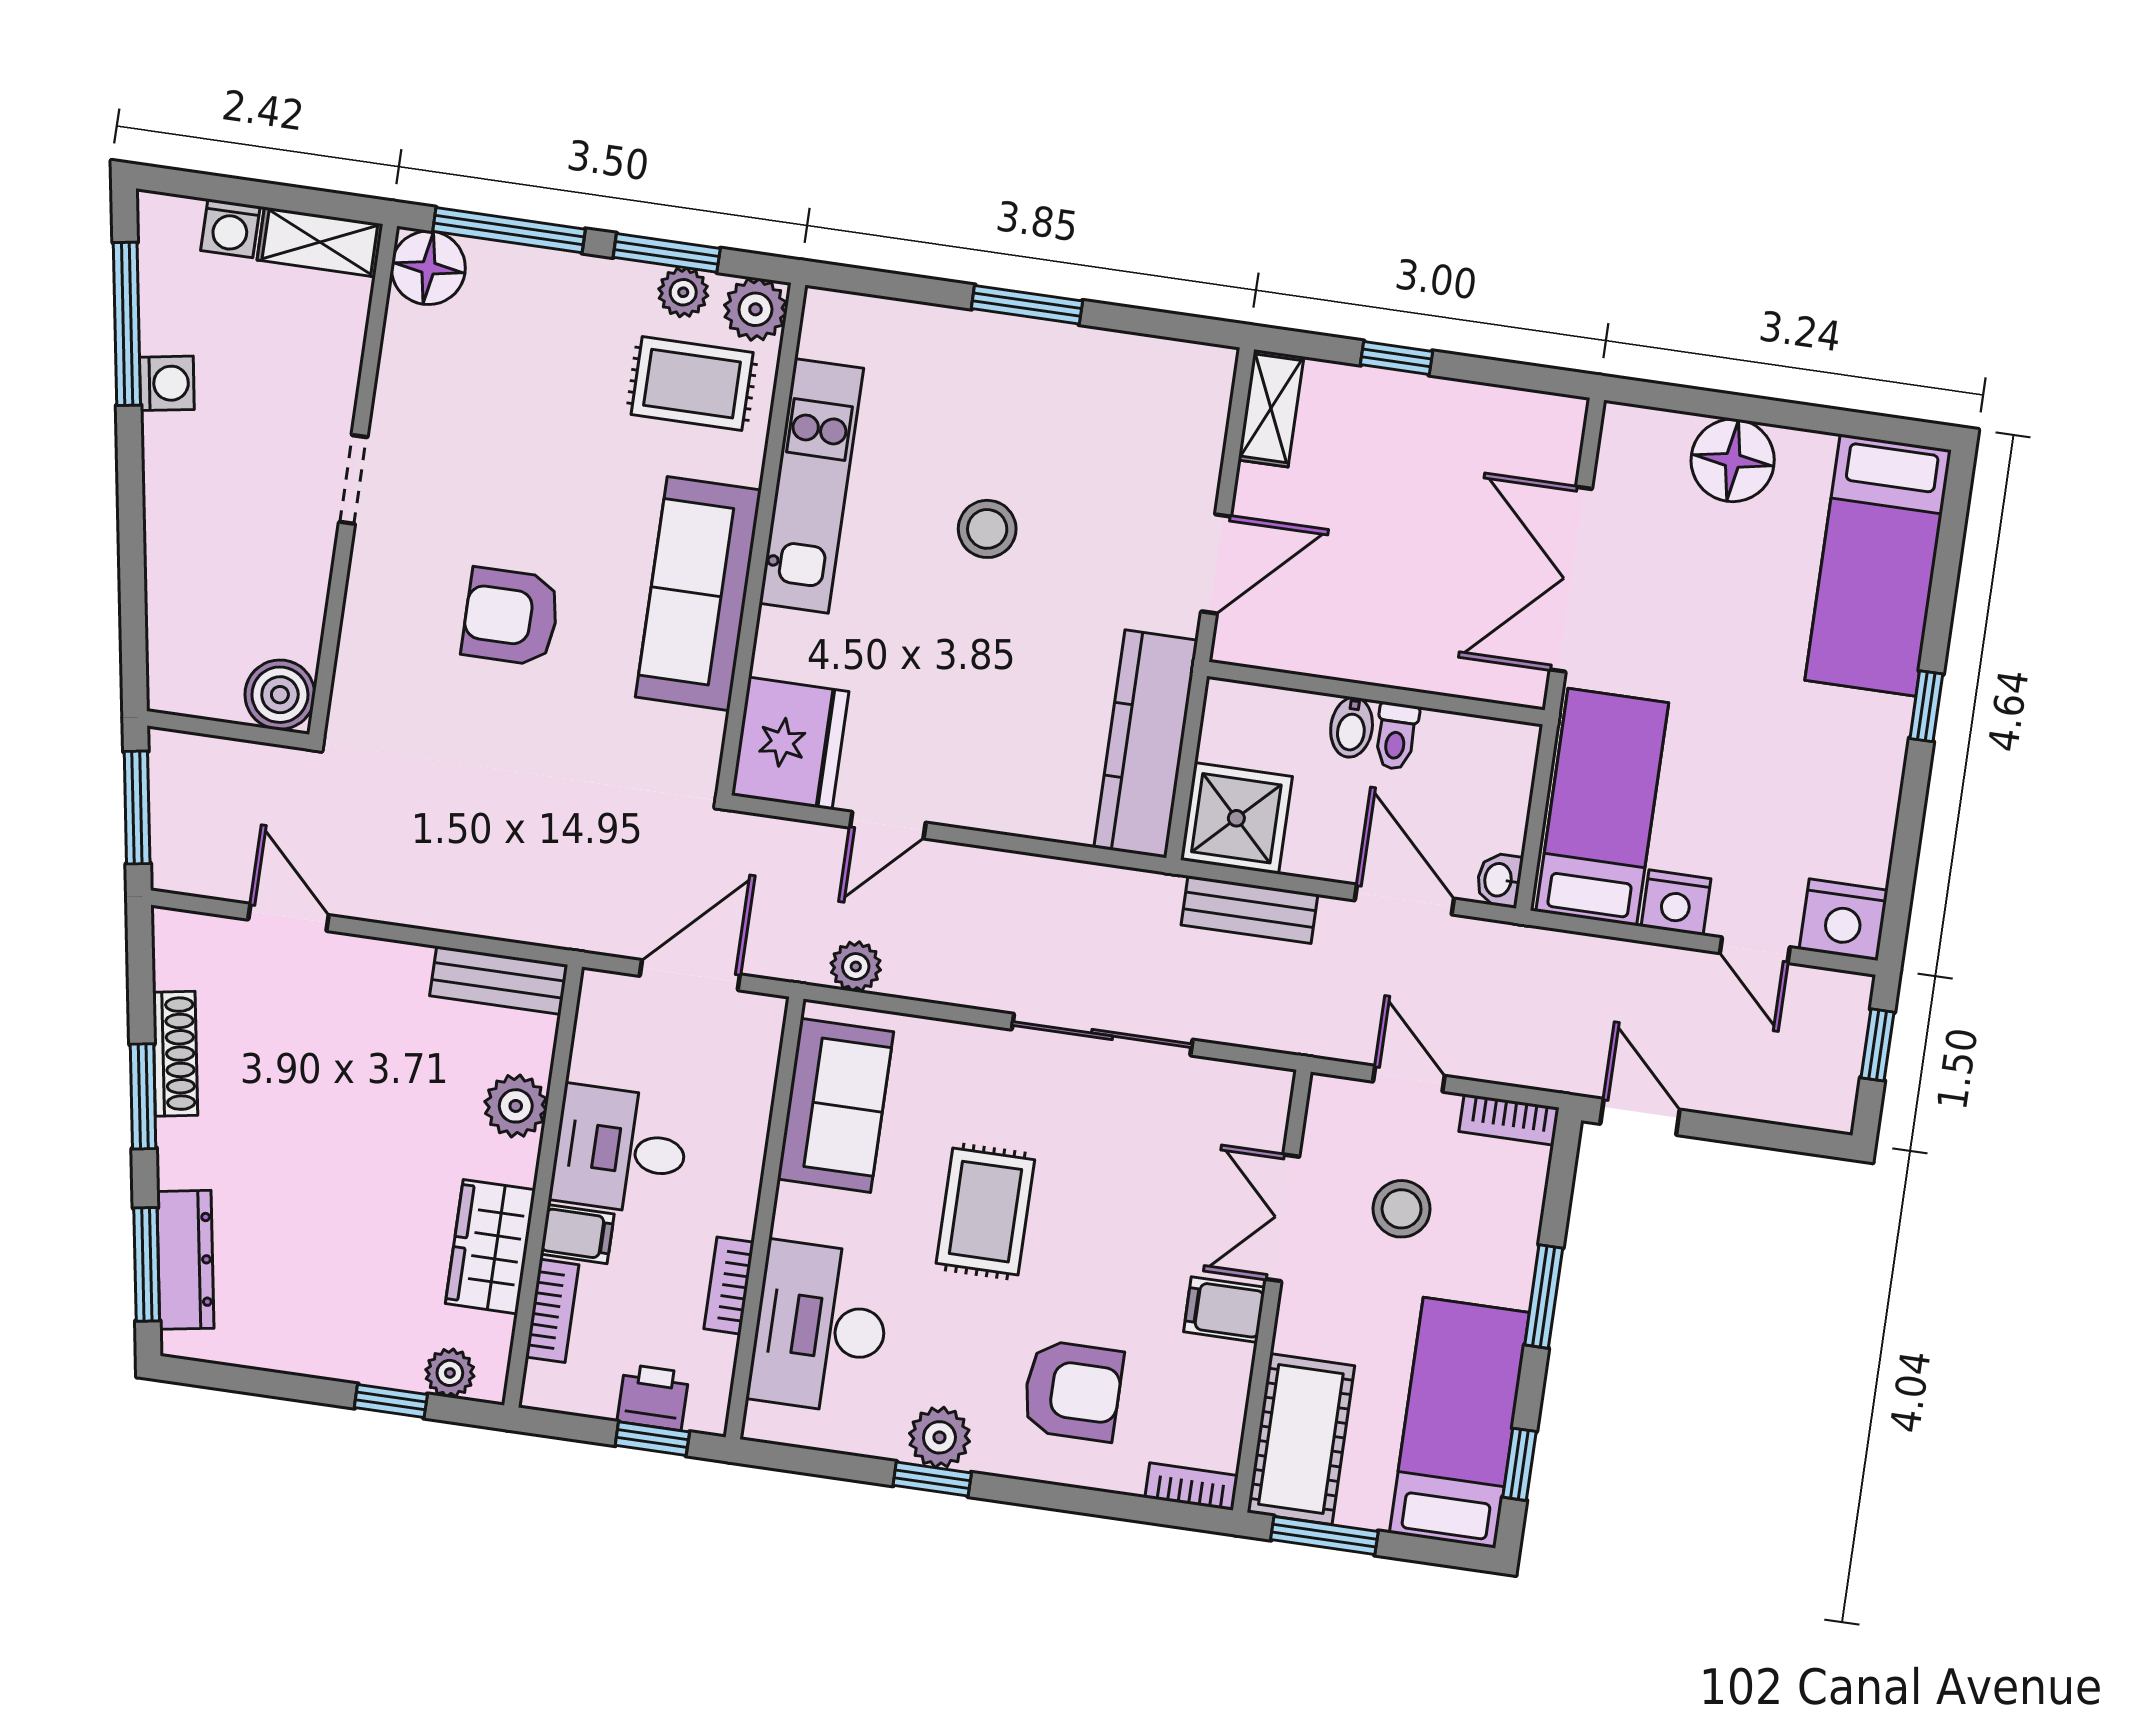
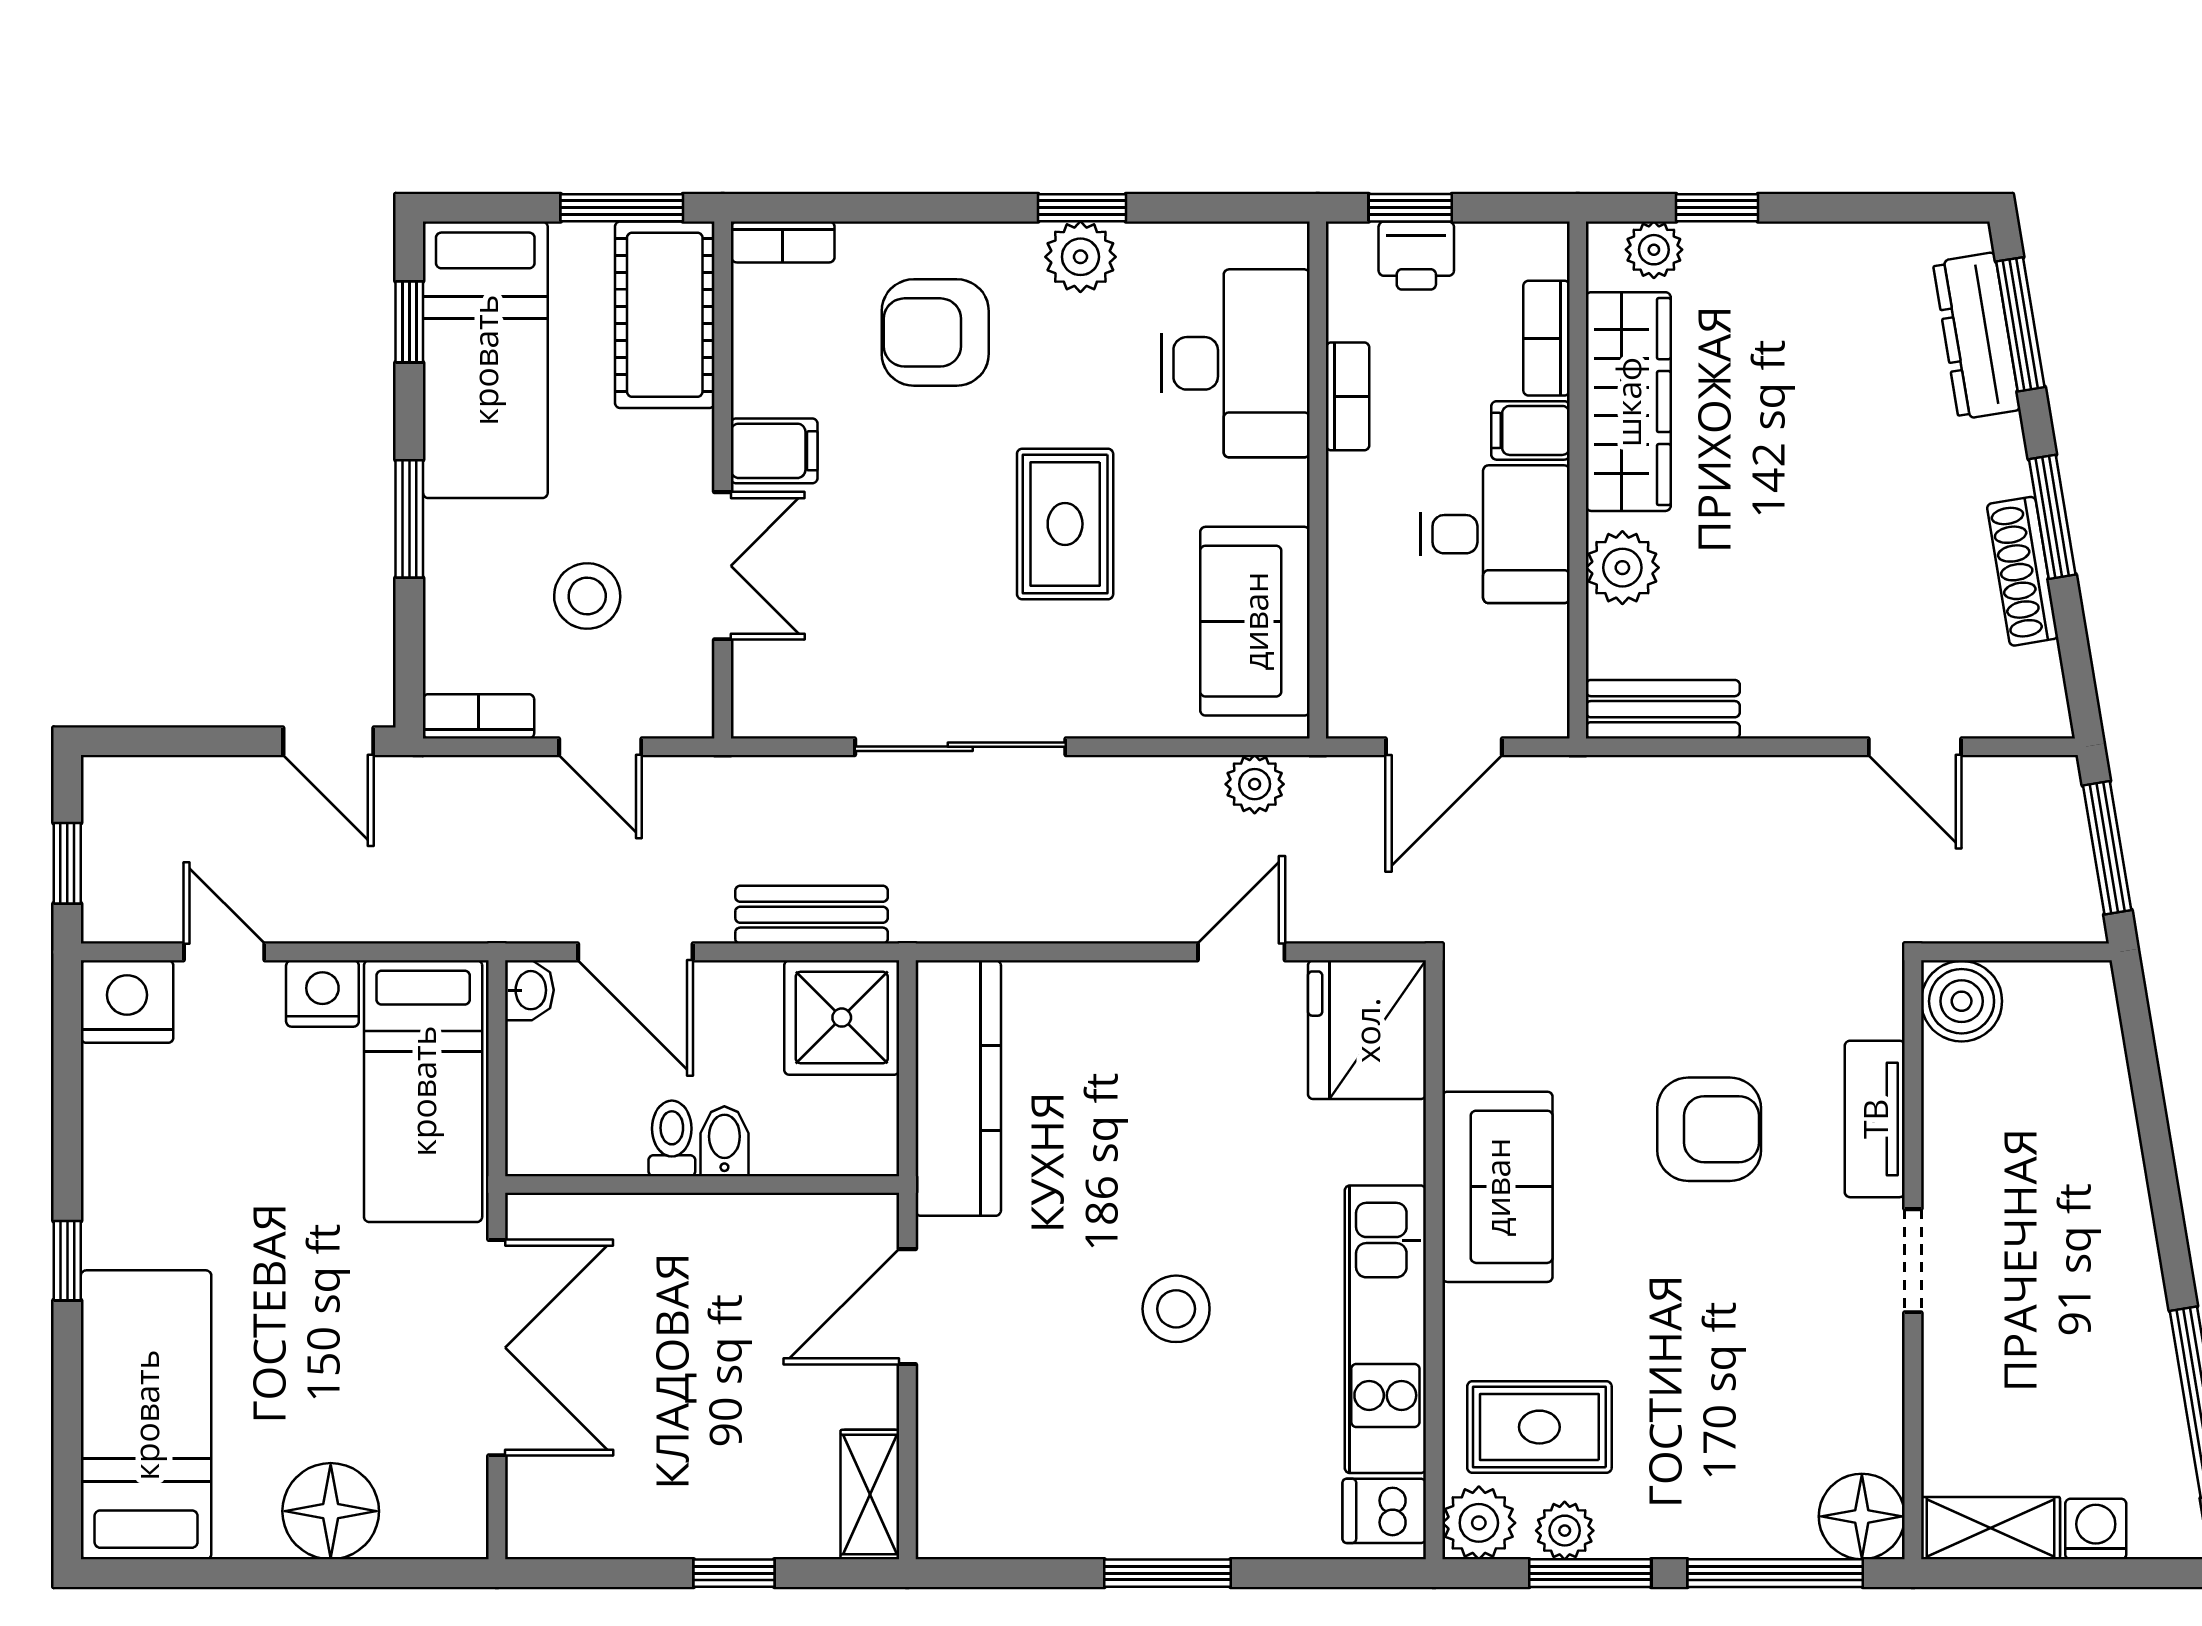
dishwasher: (835, 331) -> (1384, 1511), added
washing machine: (167, 383) -> (2143, 1340), removed
sofa: (698, 594) -> (1497, 1187), width x0.73
tv unit: (368, 605) -> (1875, 1119), added
wardrobe: (490, 1247) -> (1628, 402), width x1.50

